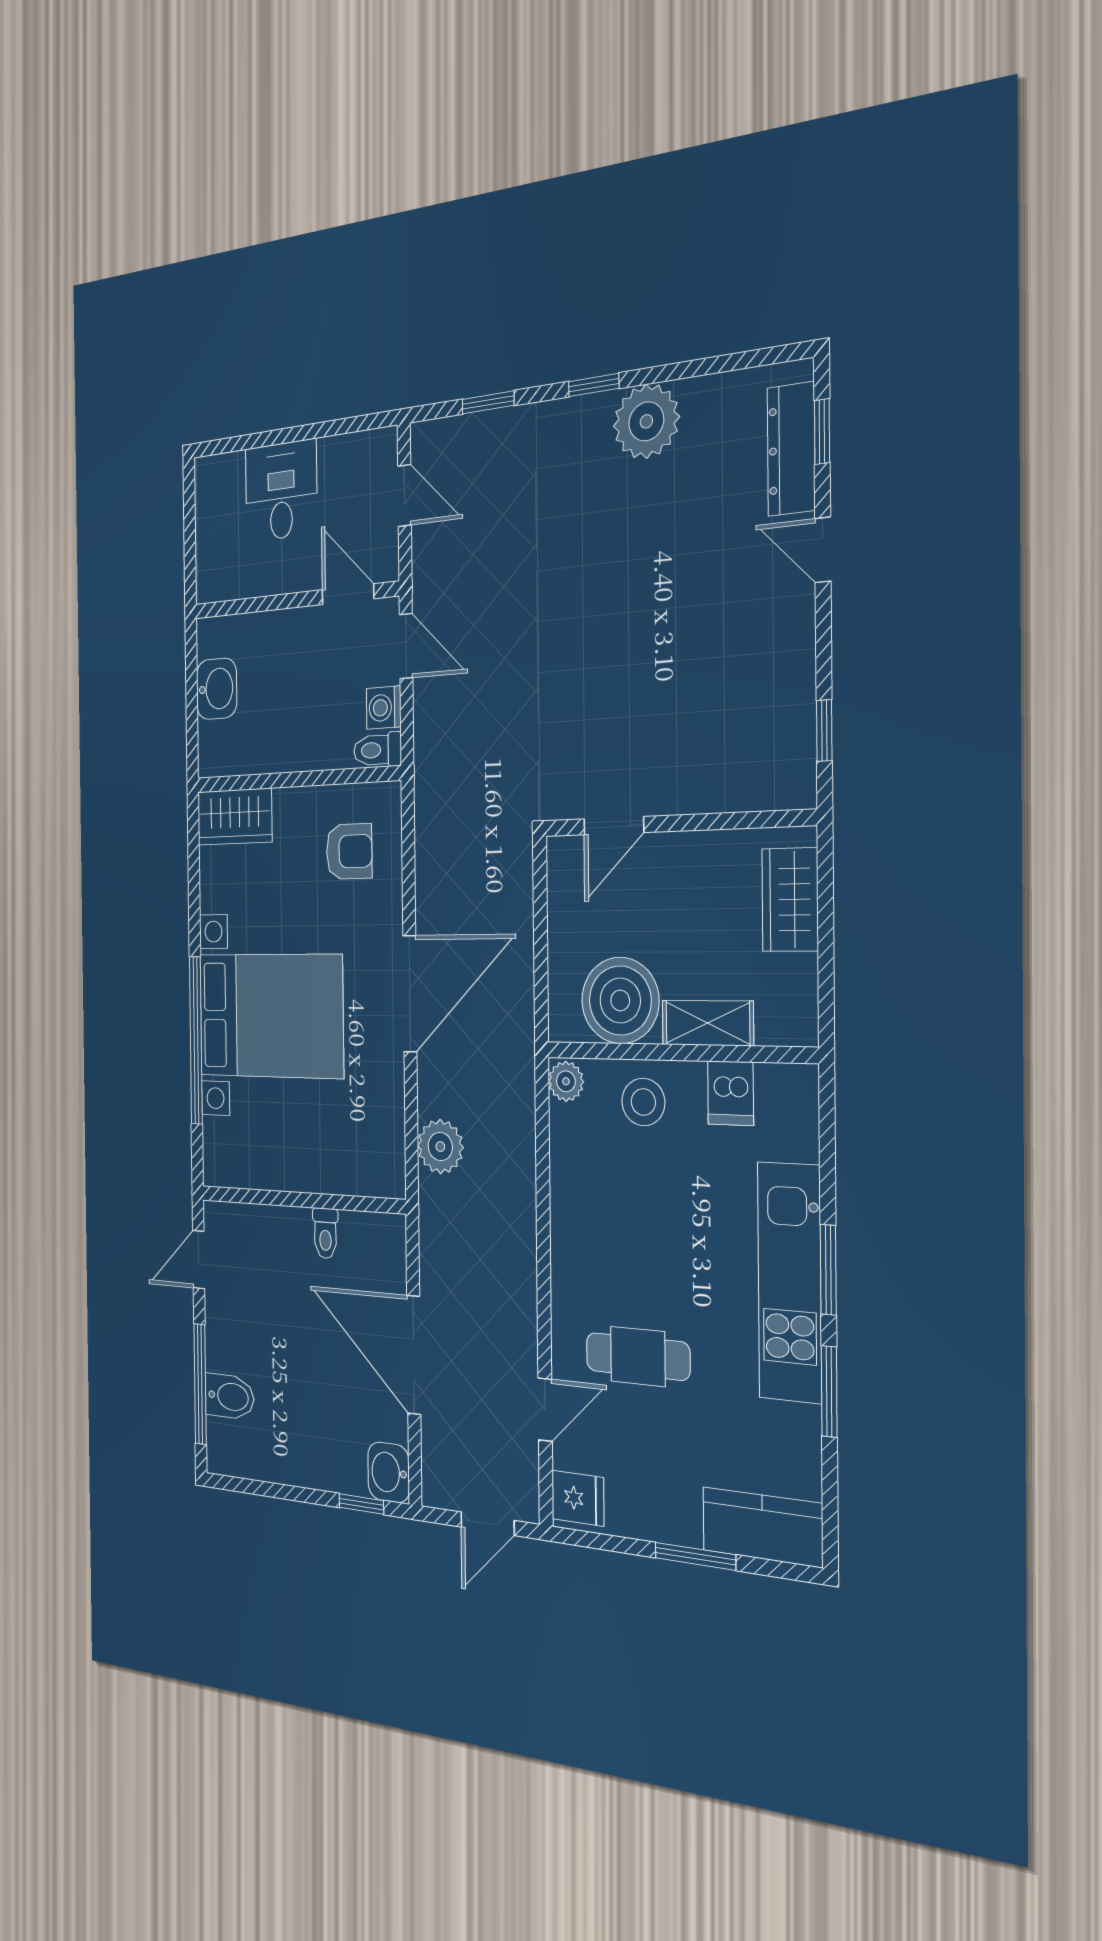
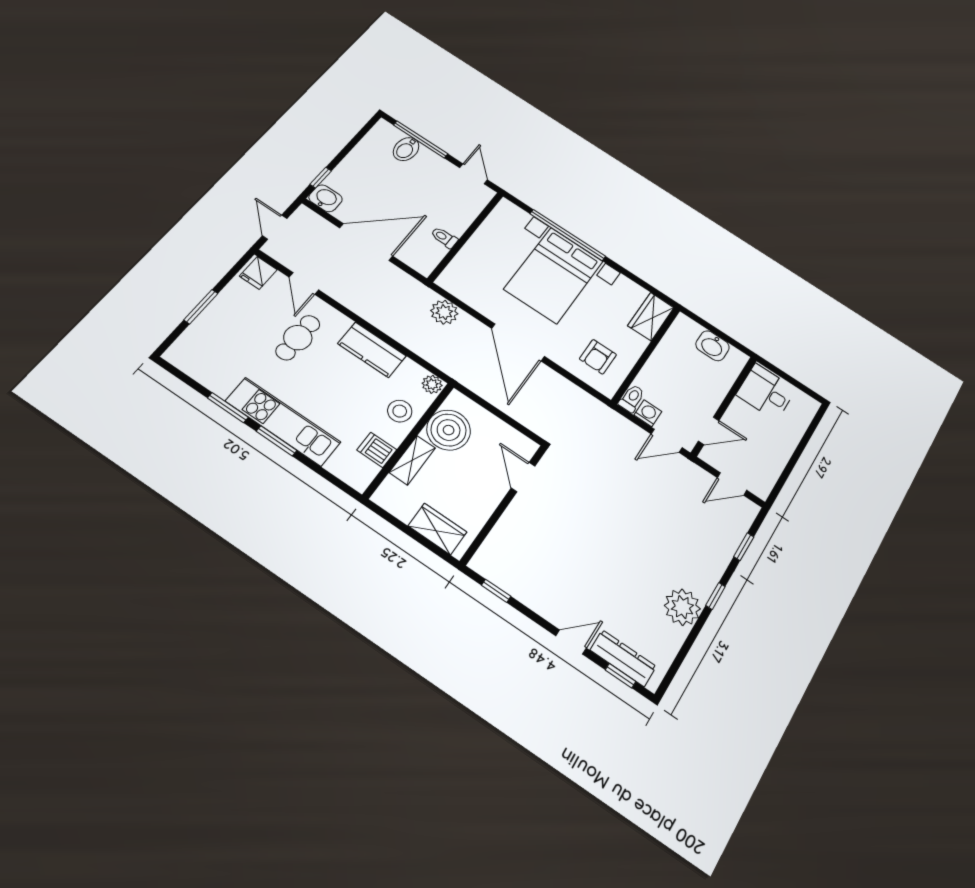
desk: (281, 491) -> (766, 392), moved, turned 180
kitchen counter: (762, 1527) -> (372, 350), moved, turned 90

